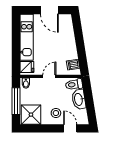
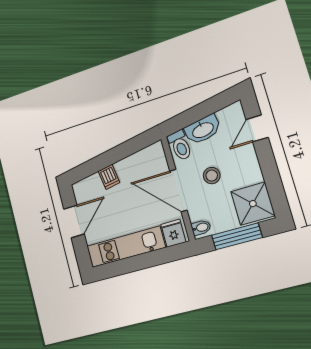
dishwasher: (73, 65) -> (109, 177), moved
door: (49, 76) -> (178, 191), width x1.88
stool: (56, 113) -> (212, 176), moved

